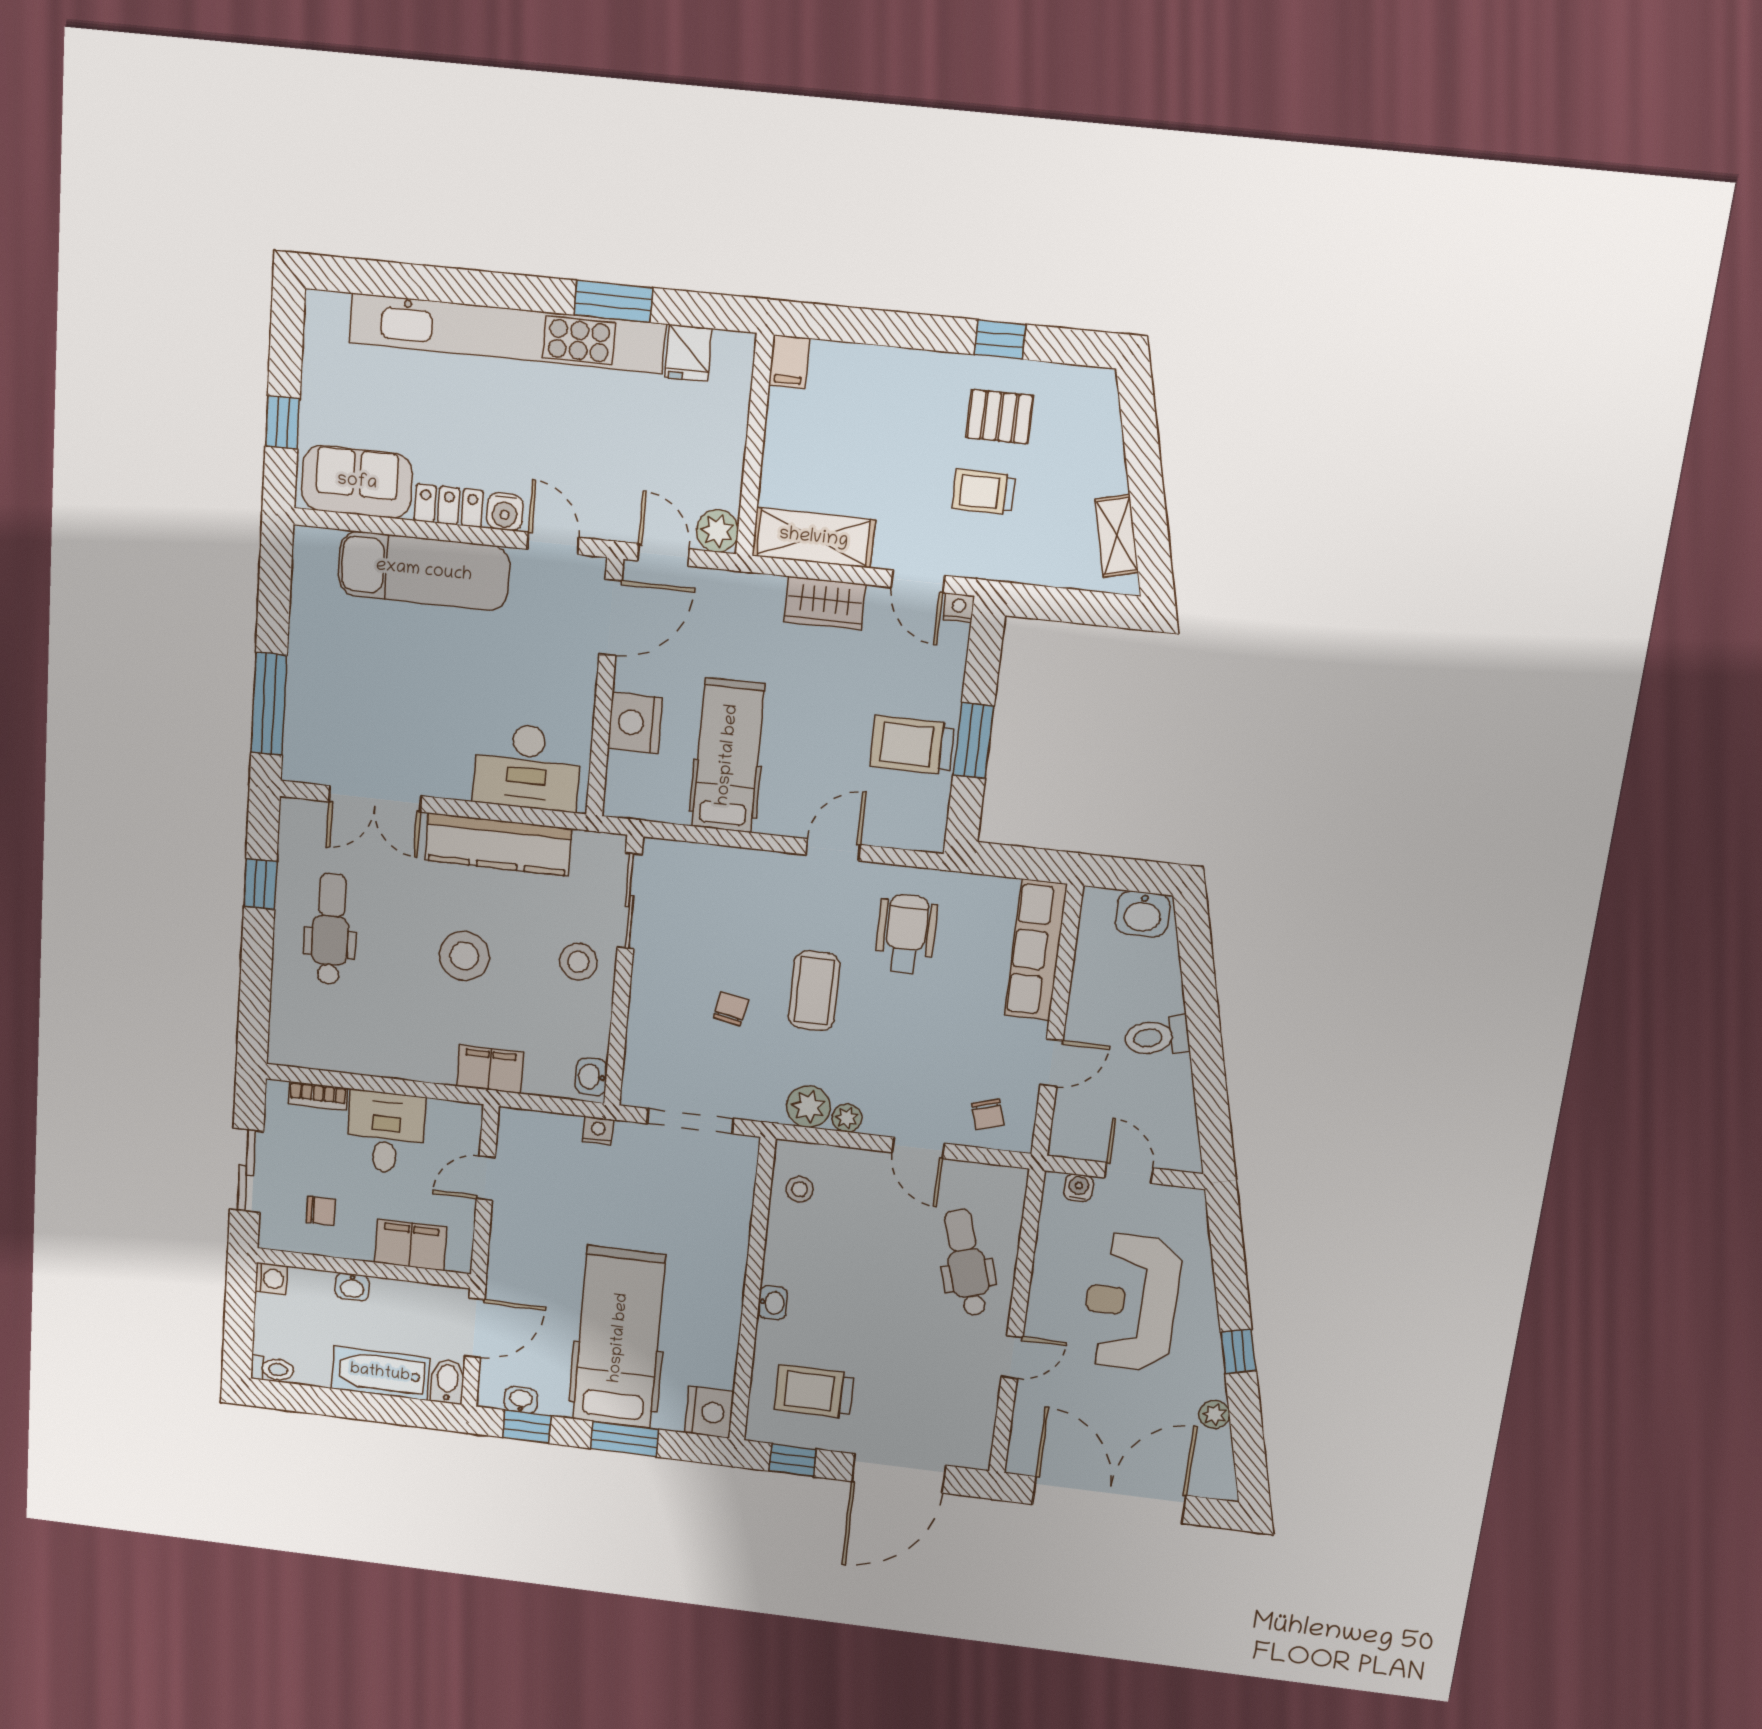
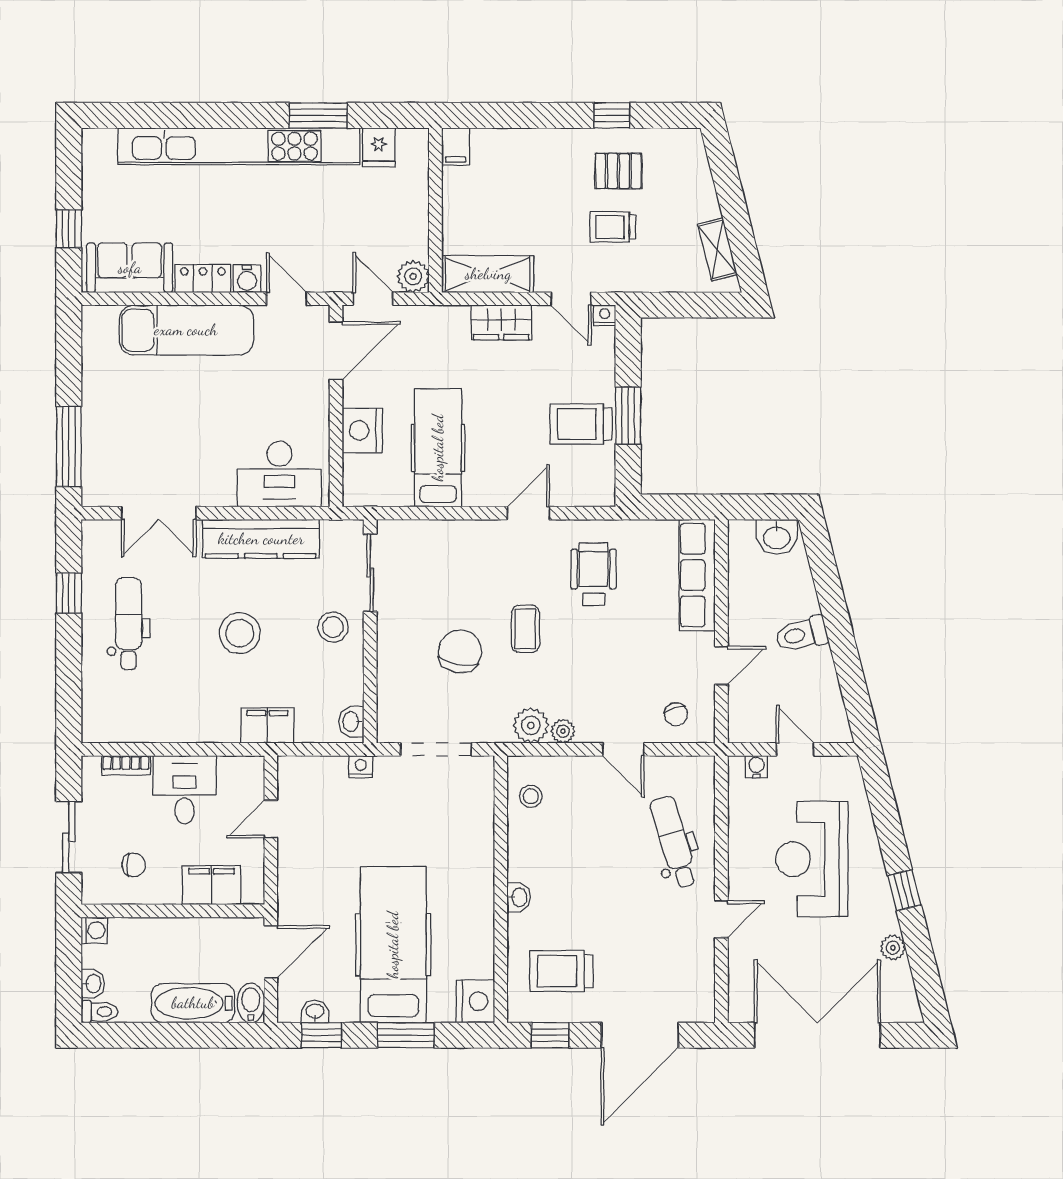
coffee table: (814, 991) -> (525, 629), width x0.73, depth x0.77
chair: (731, 1009) -> (460, 651), width x1.87, depth x1.87
washbasin: (352, 1287) -> (93, 984), moved, turned -90

